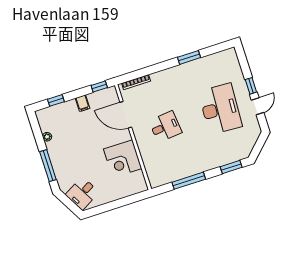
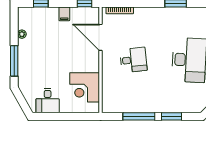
corner desk: (123, 159) -> (85, 87), moved
window: (231, 167) -> (171, 116), moved
desk: (82, 193) -> (48, 101), moved, turned -61

